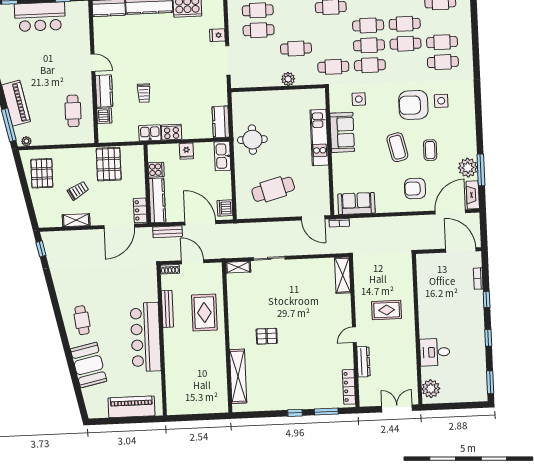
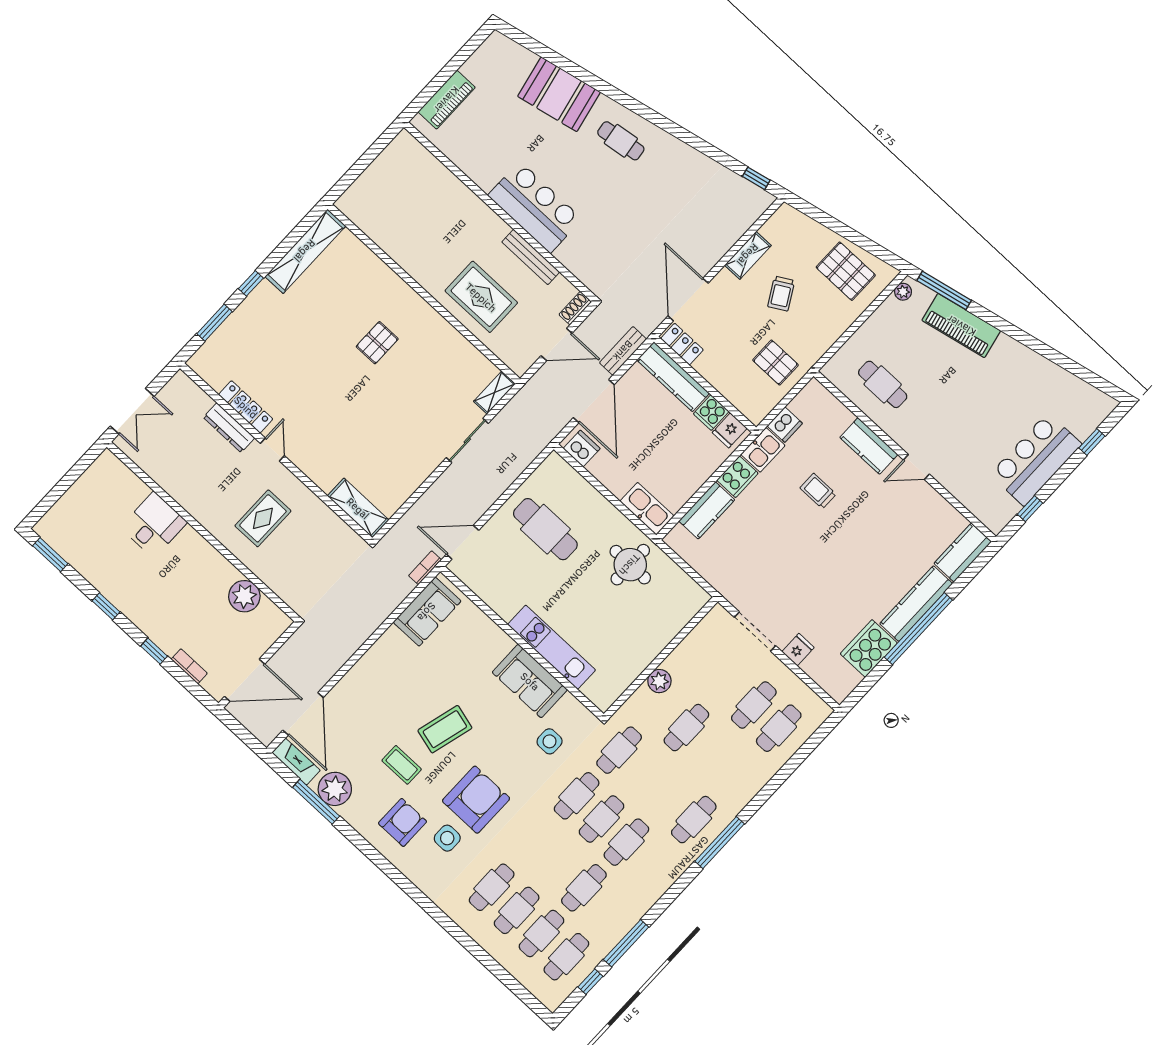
cafe table: (406, 44) -> (541, 934), moved
dishwasher: (104, 116) -> (785, 425), moved, turned -90
kitchen counter: (221, 122) -> (707, 510), moved, turned 90
coffee table: (397, 147) -> (445, 729), turned -62
fridge: (186, 151) -> (730, 430), moved, turned -90
pallet: (109, 164) -> (776, 363), width x0.67, depth x0.71
cafe table: (273, 189) -> (545, 529), turned -75
armchair: (415, 189) -> (403, 822), moved
door: (200, 223) -> (594, 401), hinge flipped
bar counter: (146, 337) -> (535, 207), width x0.73
shelving: (238, 376) -> (305, 251), moved, turned 90
locker: (349, 387) -> (246, 407), moved
plant: (431, 389) -> (244, 596), moved
piano: (131, 407) -> (447, 100), width x0.73, depth x0.75

